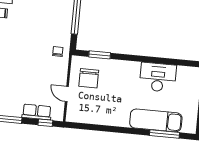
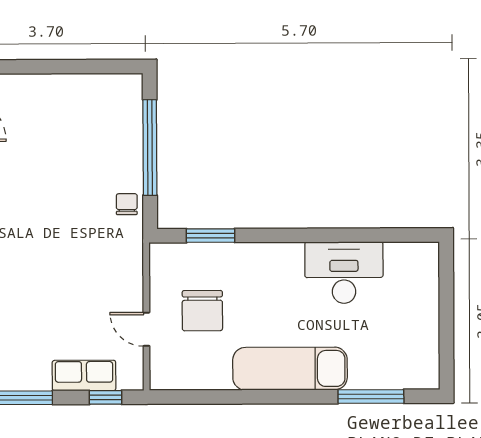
chair: (58, 51) -> (127, 204), moved
chair: (89, 78) -> (202, 311), moved
exam couch: (156, 120) -> (290, 369), moved

